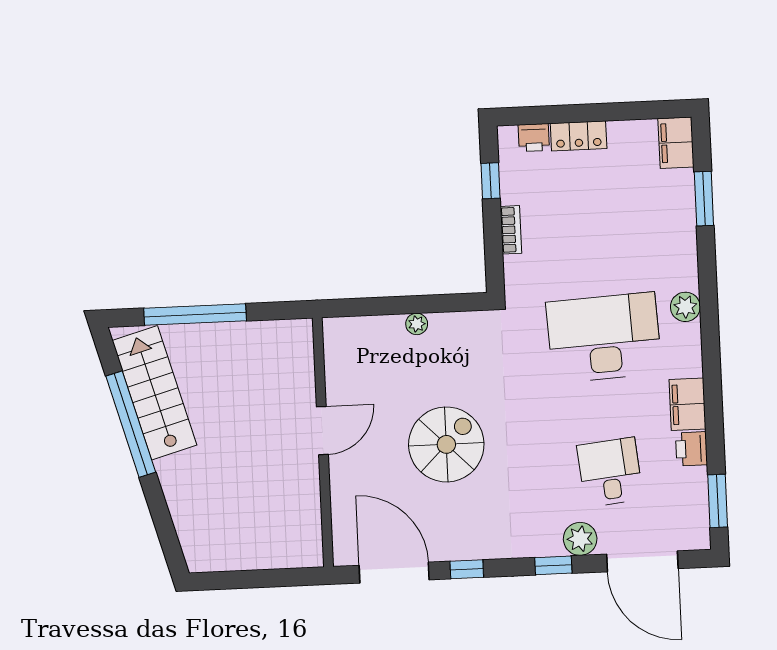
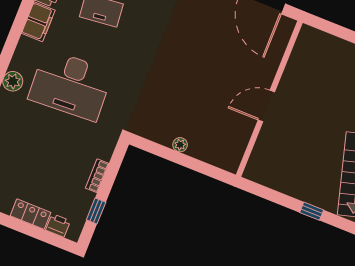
window: (195, 315) -> (312, 211), width x0.32
spiral stairs: (446, 444) -> (195, 64), removed

